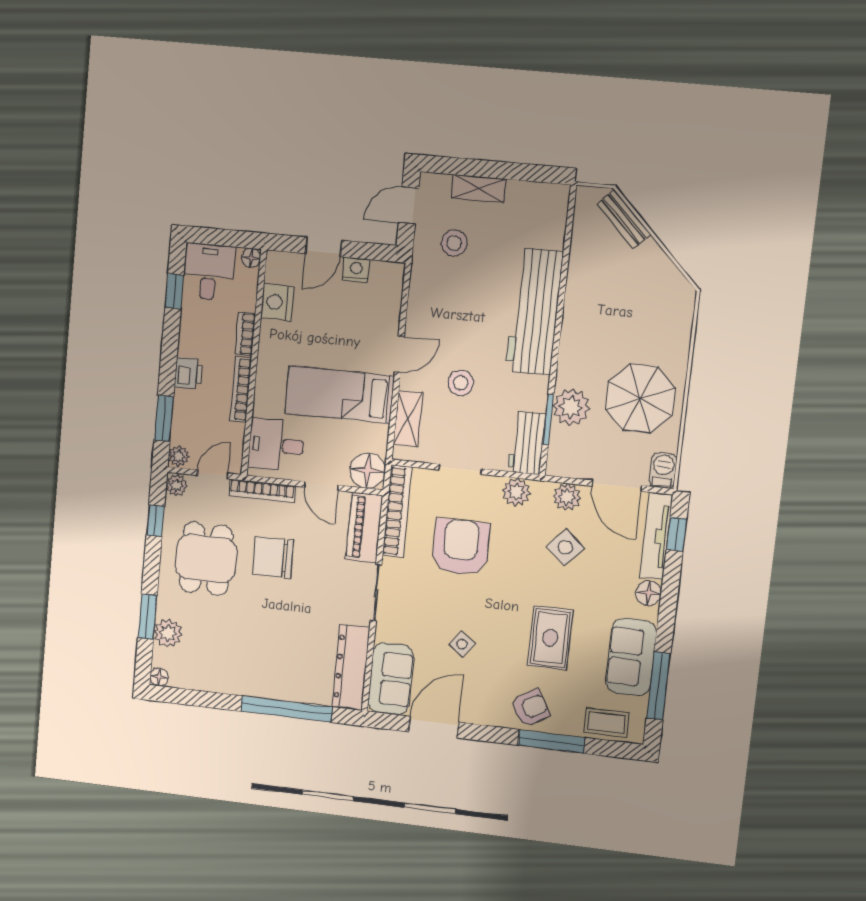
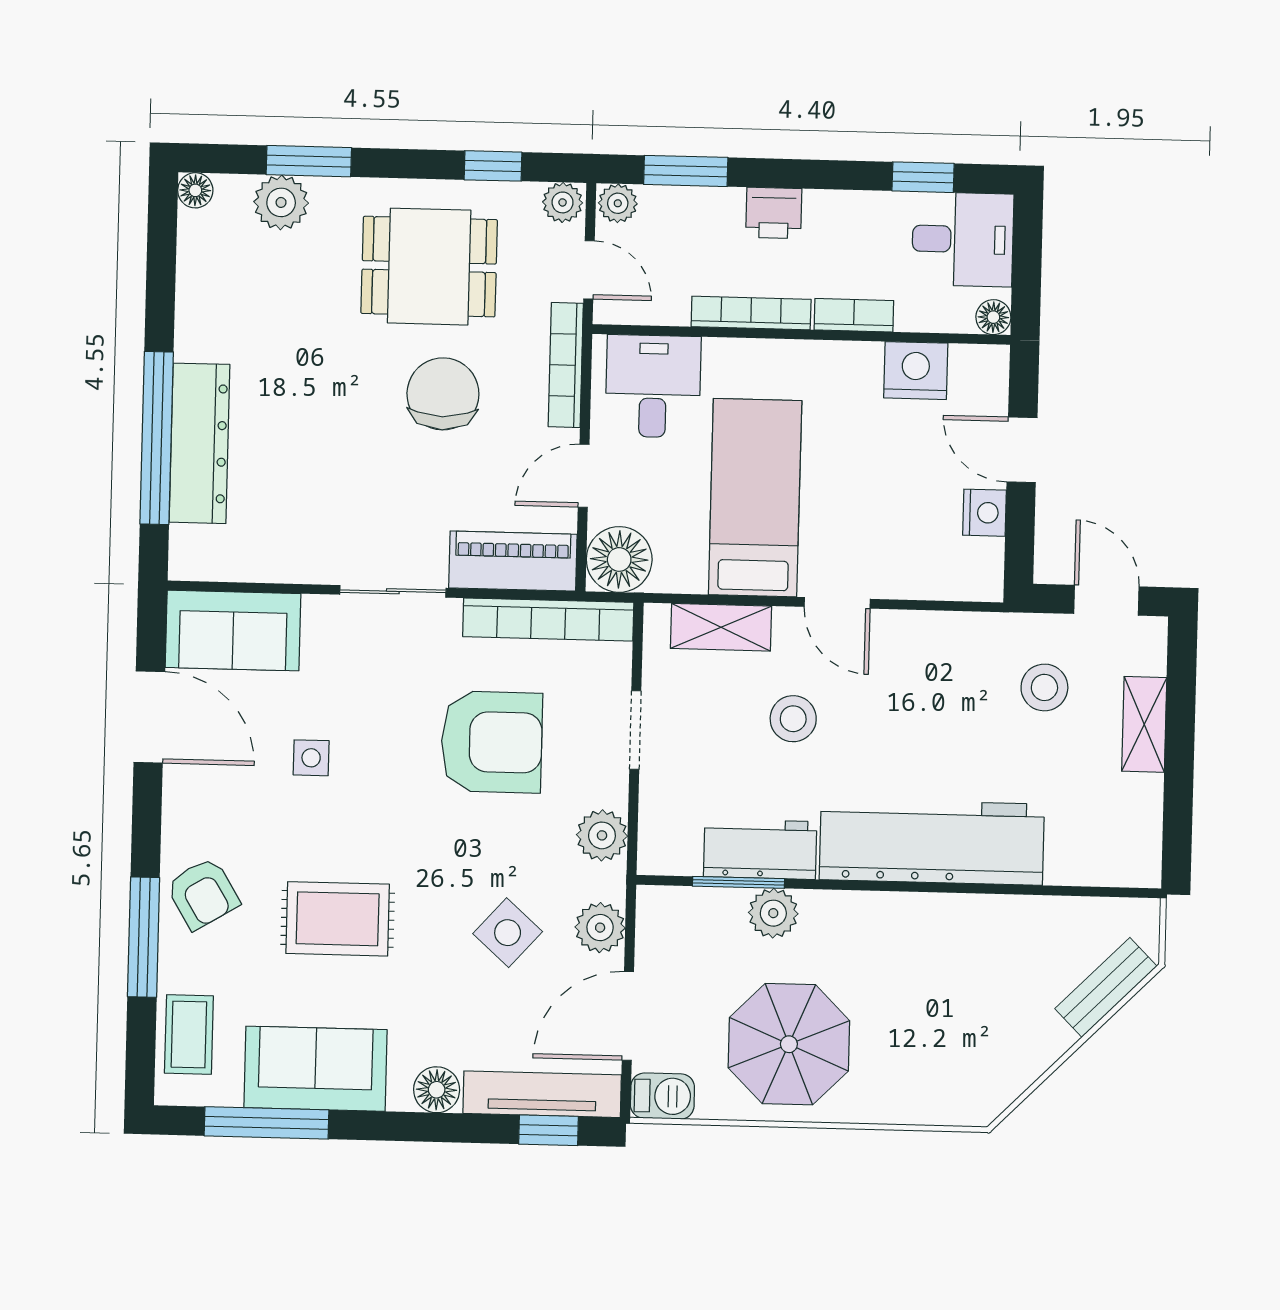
plant: (571, 407) -> (773, 913), width x0.73, depth x0.73
workbench: (527, 443) -> (760, 849), moved
side table: (462, 644) -> (311, 758), turned -36
dresser: (351, 667) -> (199, 443), moved, turned 90

